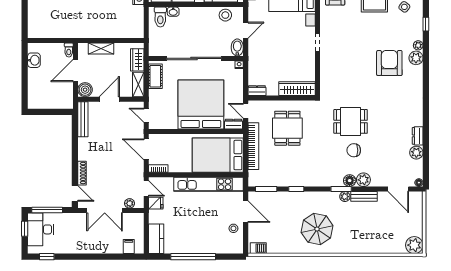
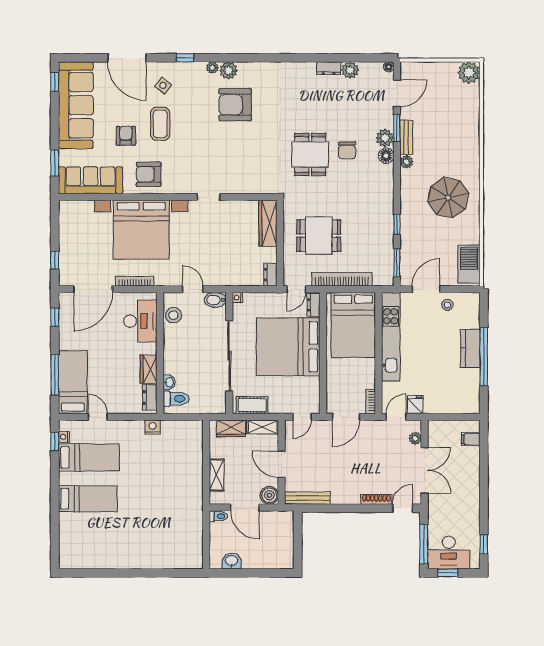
window: (341, 189) -> (397, 128), moved
kitchen counter: (156, 239) -> (470, 348), moved, turned -90
barbecue: (258, 248) -> (469, 264), width x1.88, depth x1.53

